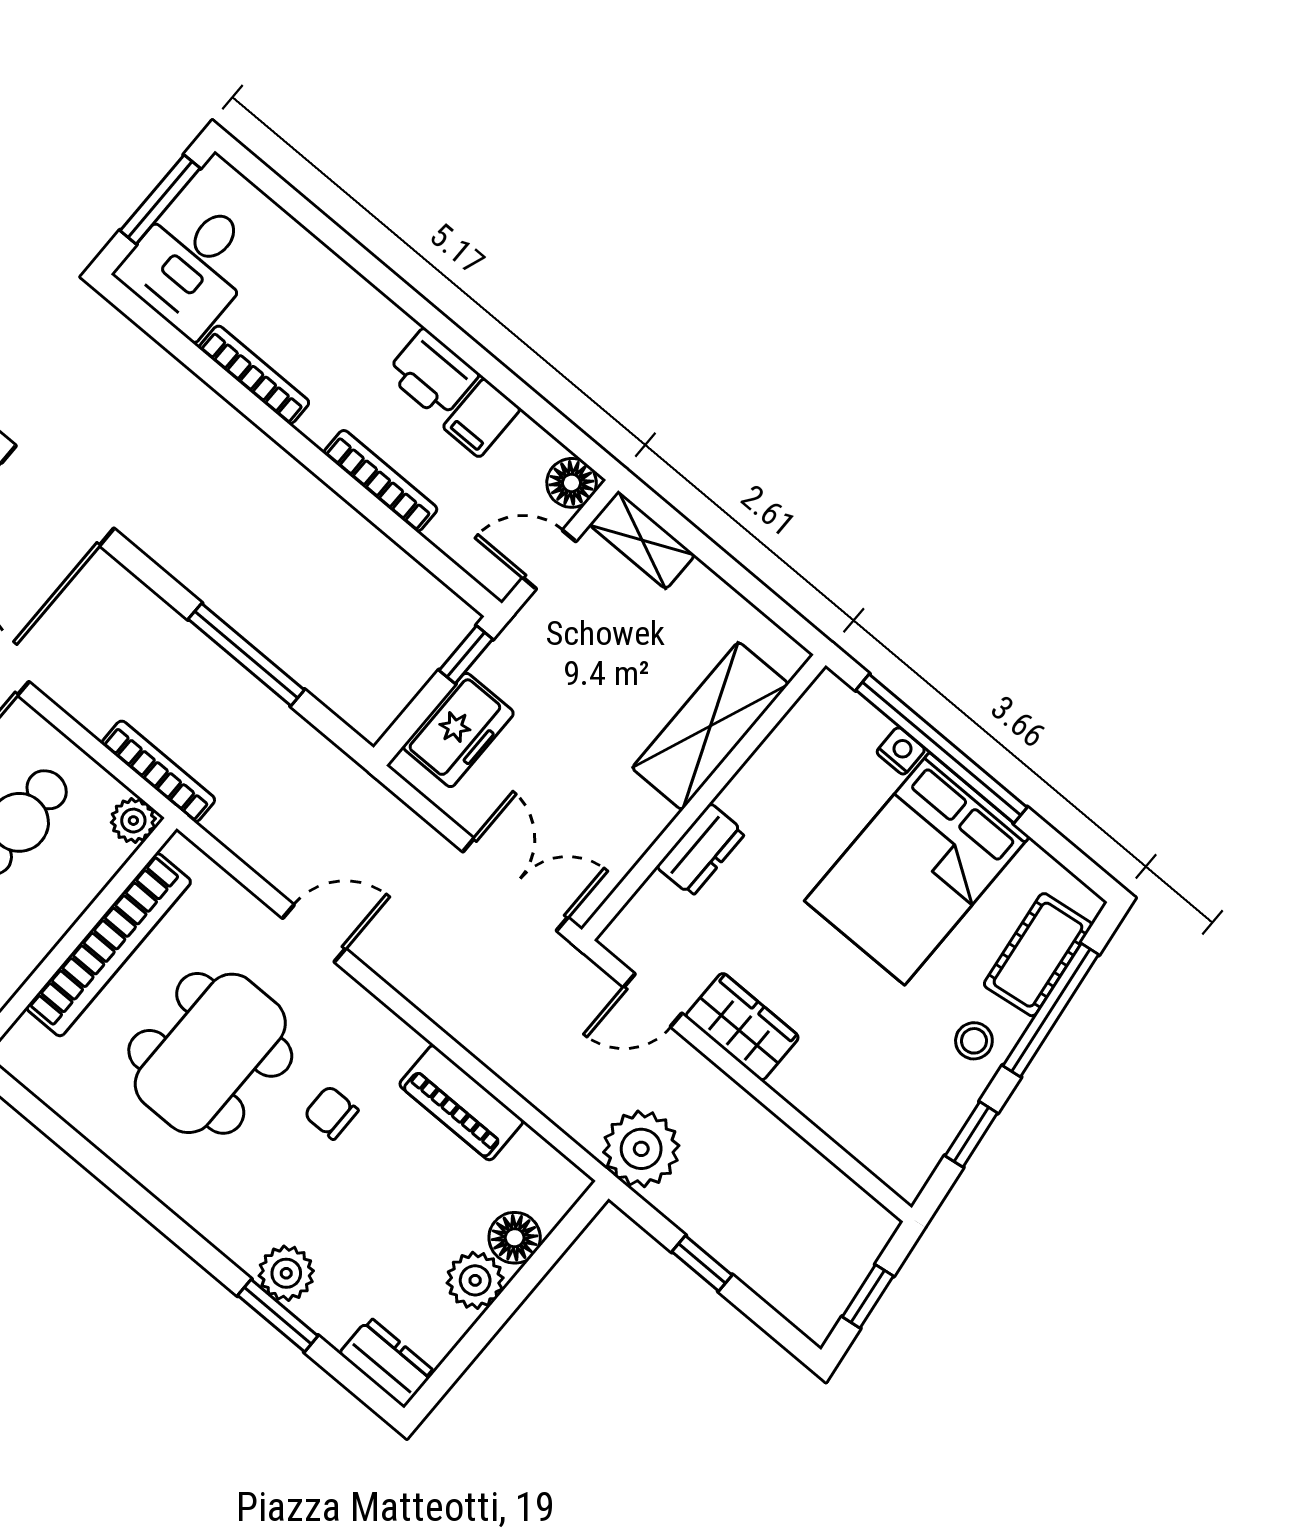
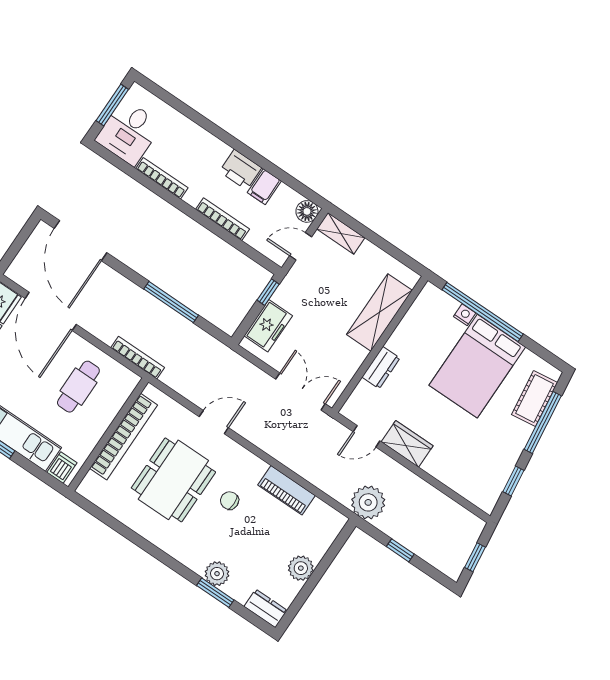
plant: (133, 821) -> (129, 381), removed
stool: (974, 1041) -> (510, 440), removed
floor lamp: (515, 1238) -> (316, 547), removed

